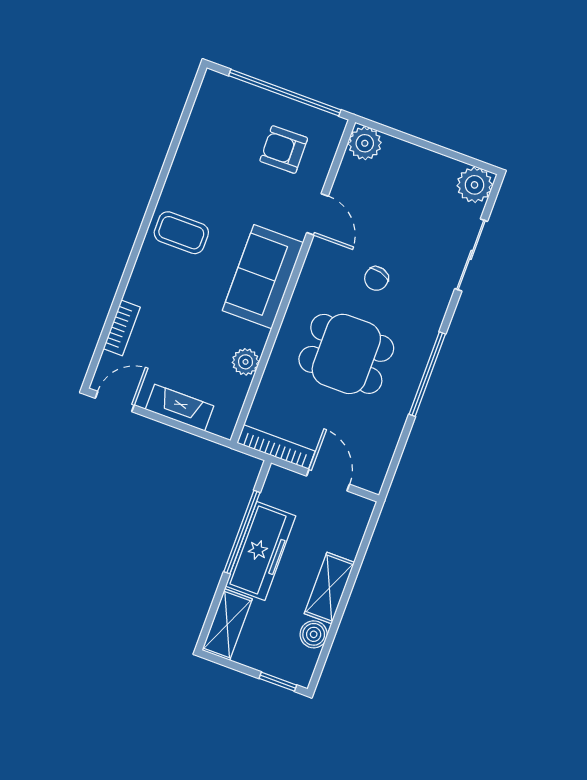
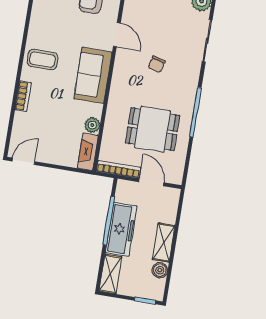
bookcase: (122, 328) -> (23, 96), moved
dining table: (346, 354) -> (152, 129), moved
fireplace: (180, 408) -> (88, 152), moved, turned -90

